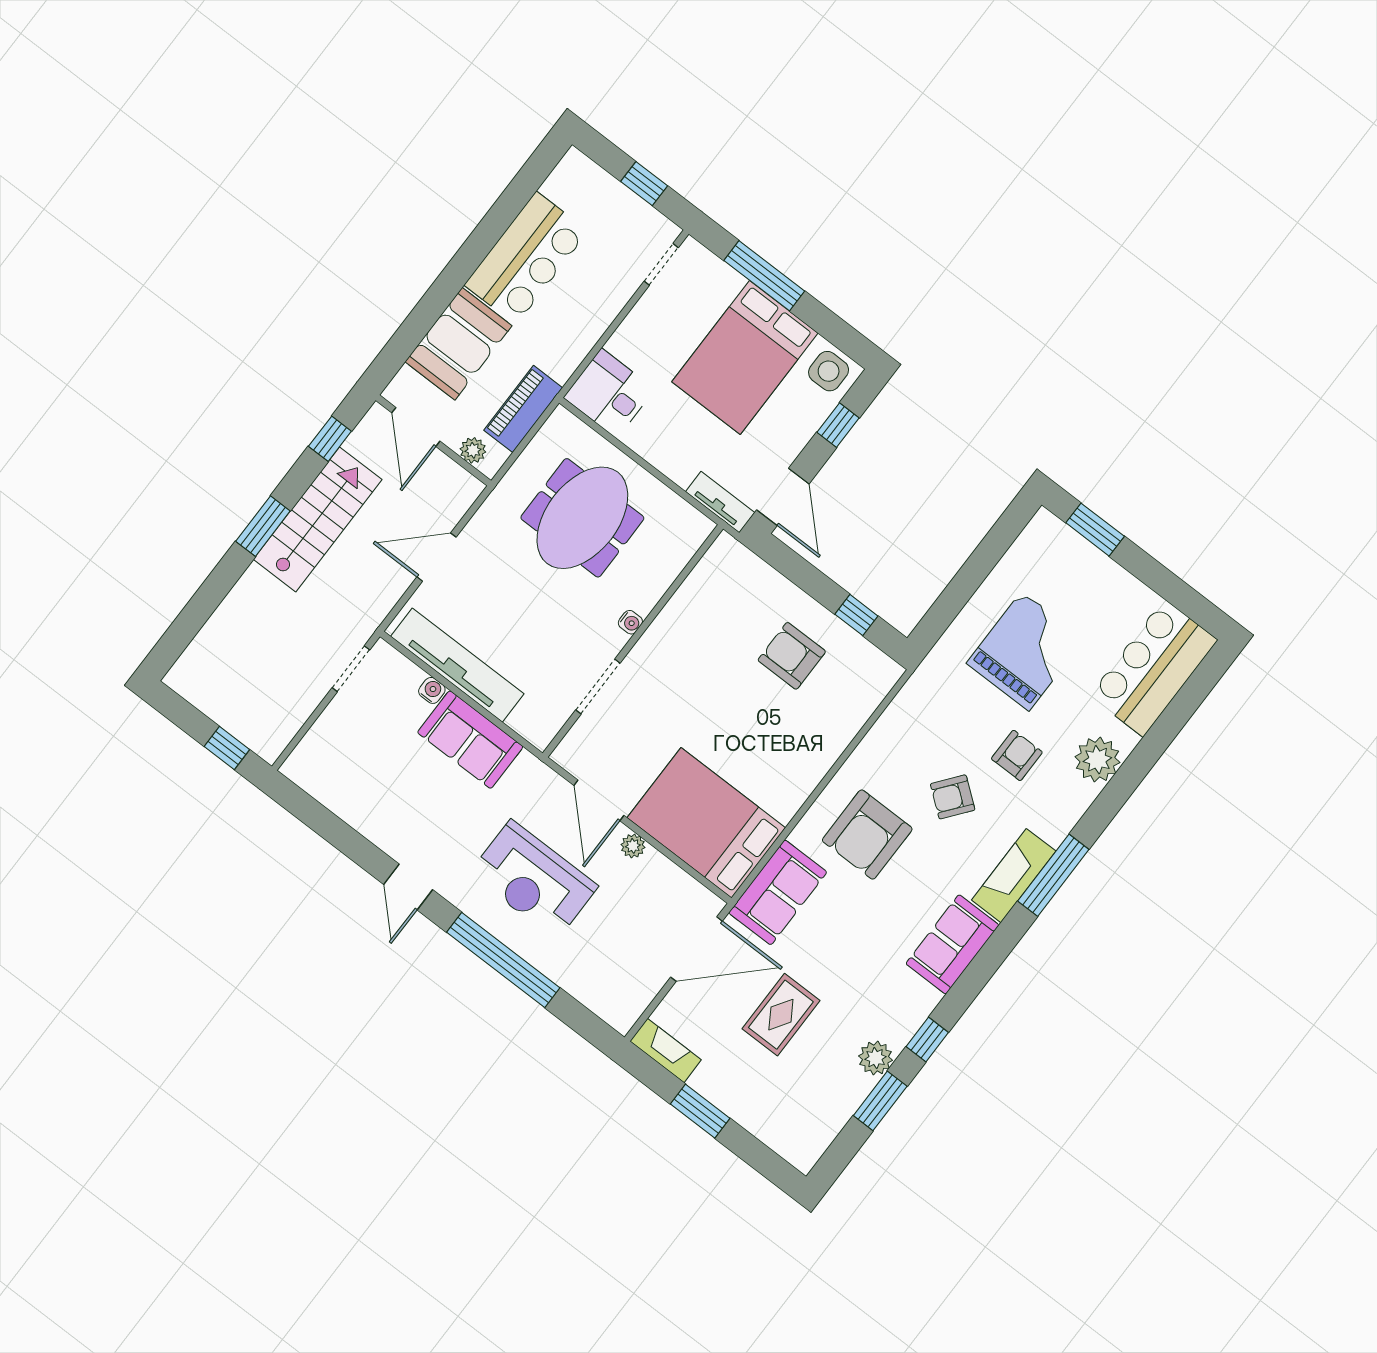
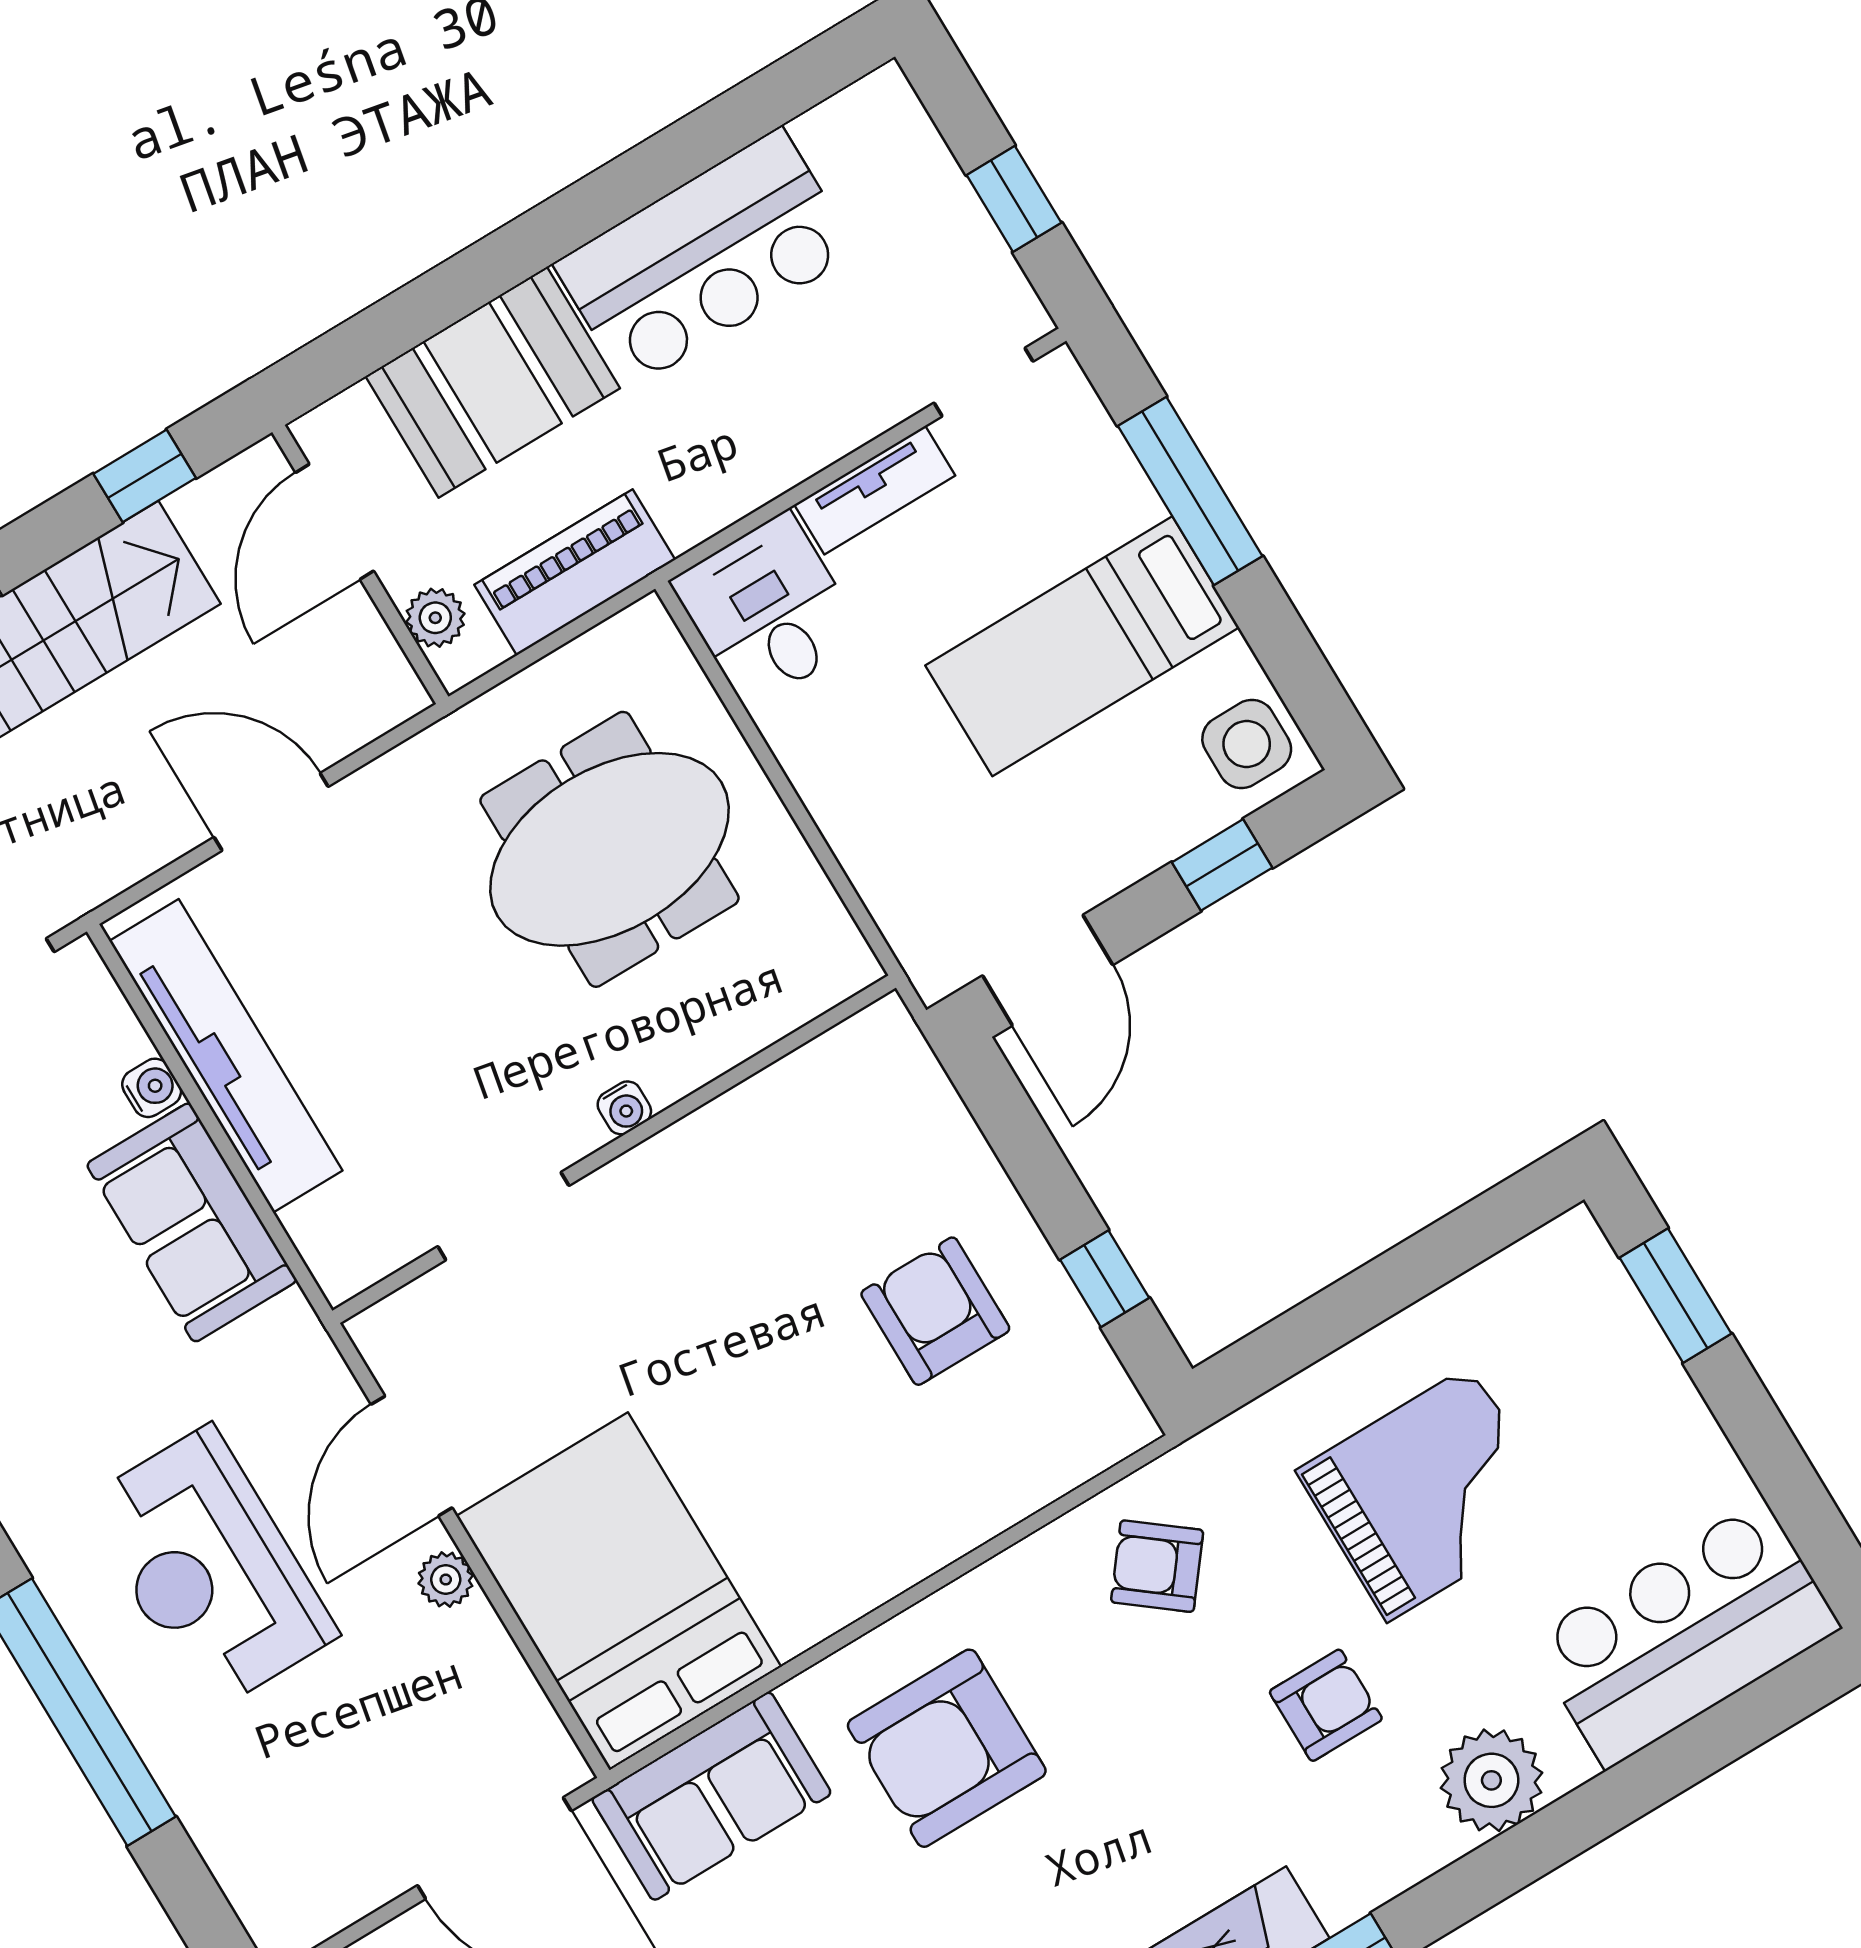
bed: (745, 357) -> (1082, 646), width x0.67
tv unit: (720, 502) -> (875, 490), moved, turned 90
armchair: (953, 797) -> (1157, 1566), moved

